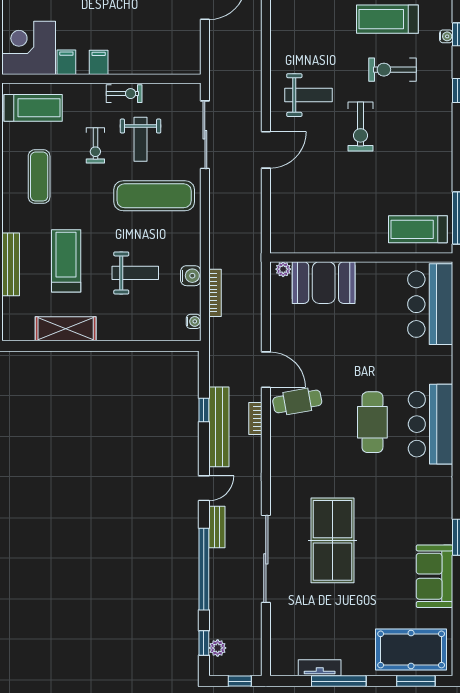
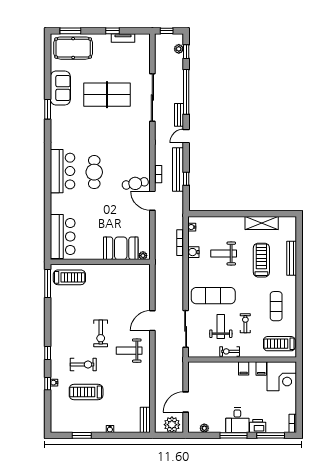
treadmill: (387, 19) -> (86, 392), turned 180
exercise bike: (361, 127) -> (101, 333), turned 180
treadmill: (66, 261) -> (261, 260), turned 180
table tennis table: (332, 540) -> (107, 95), moved, turned 90
window: (339, 681) -> (113, 31), width x0.46

